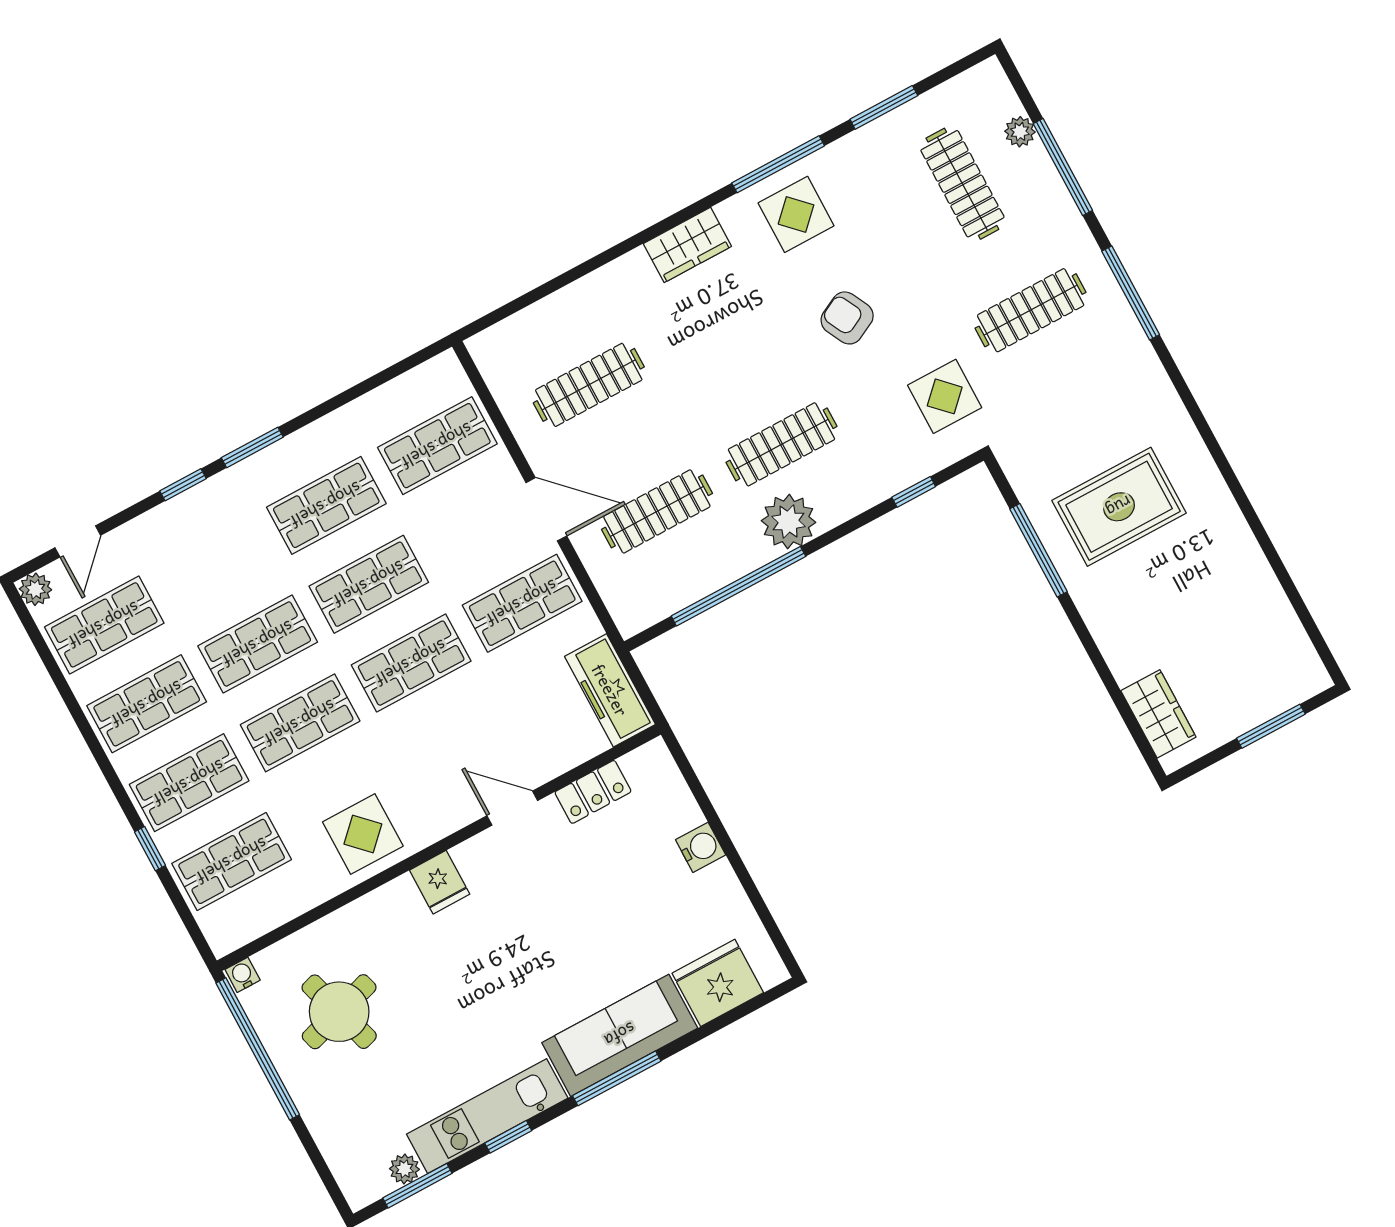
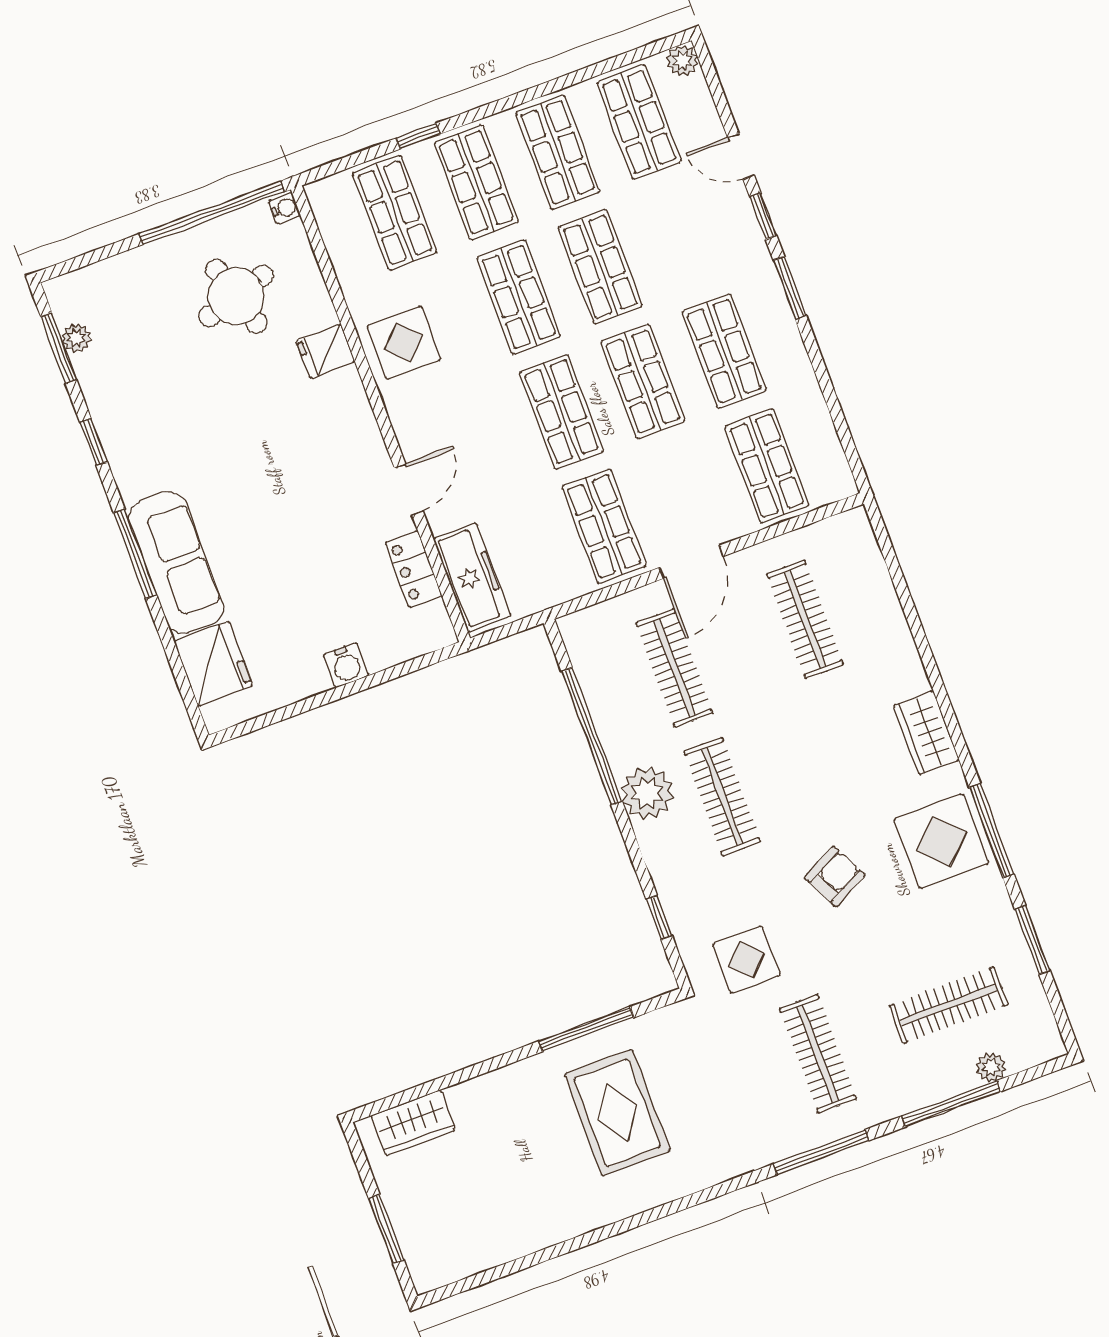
display table: (796, 214) -> (941, 841), width x1.36, depth x1.36
door: (78, 541) -> (741, 156), moved
freezer: (610, 690) -> (472, 577), moved, turned 90
fridge: (440, 882) -> (326, 351), moved
kitchen unit: (487, 1116) -> (116, 424), removed

